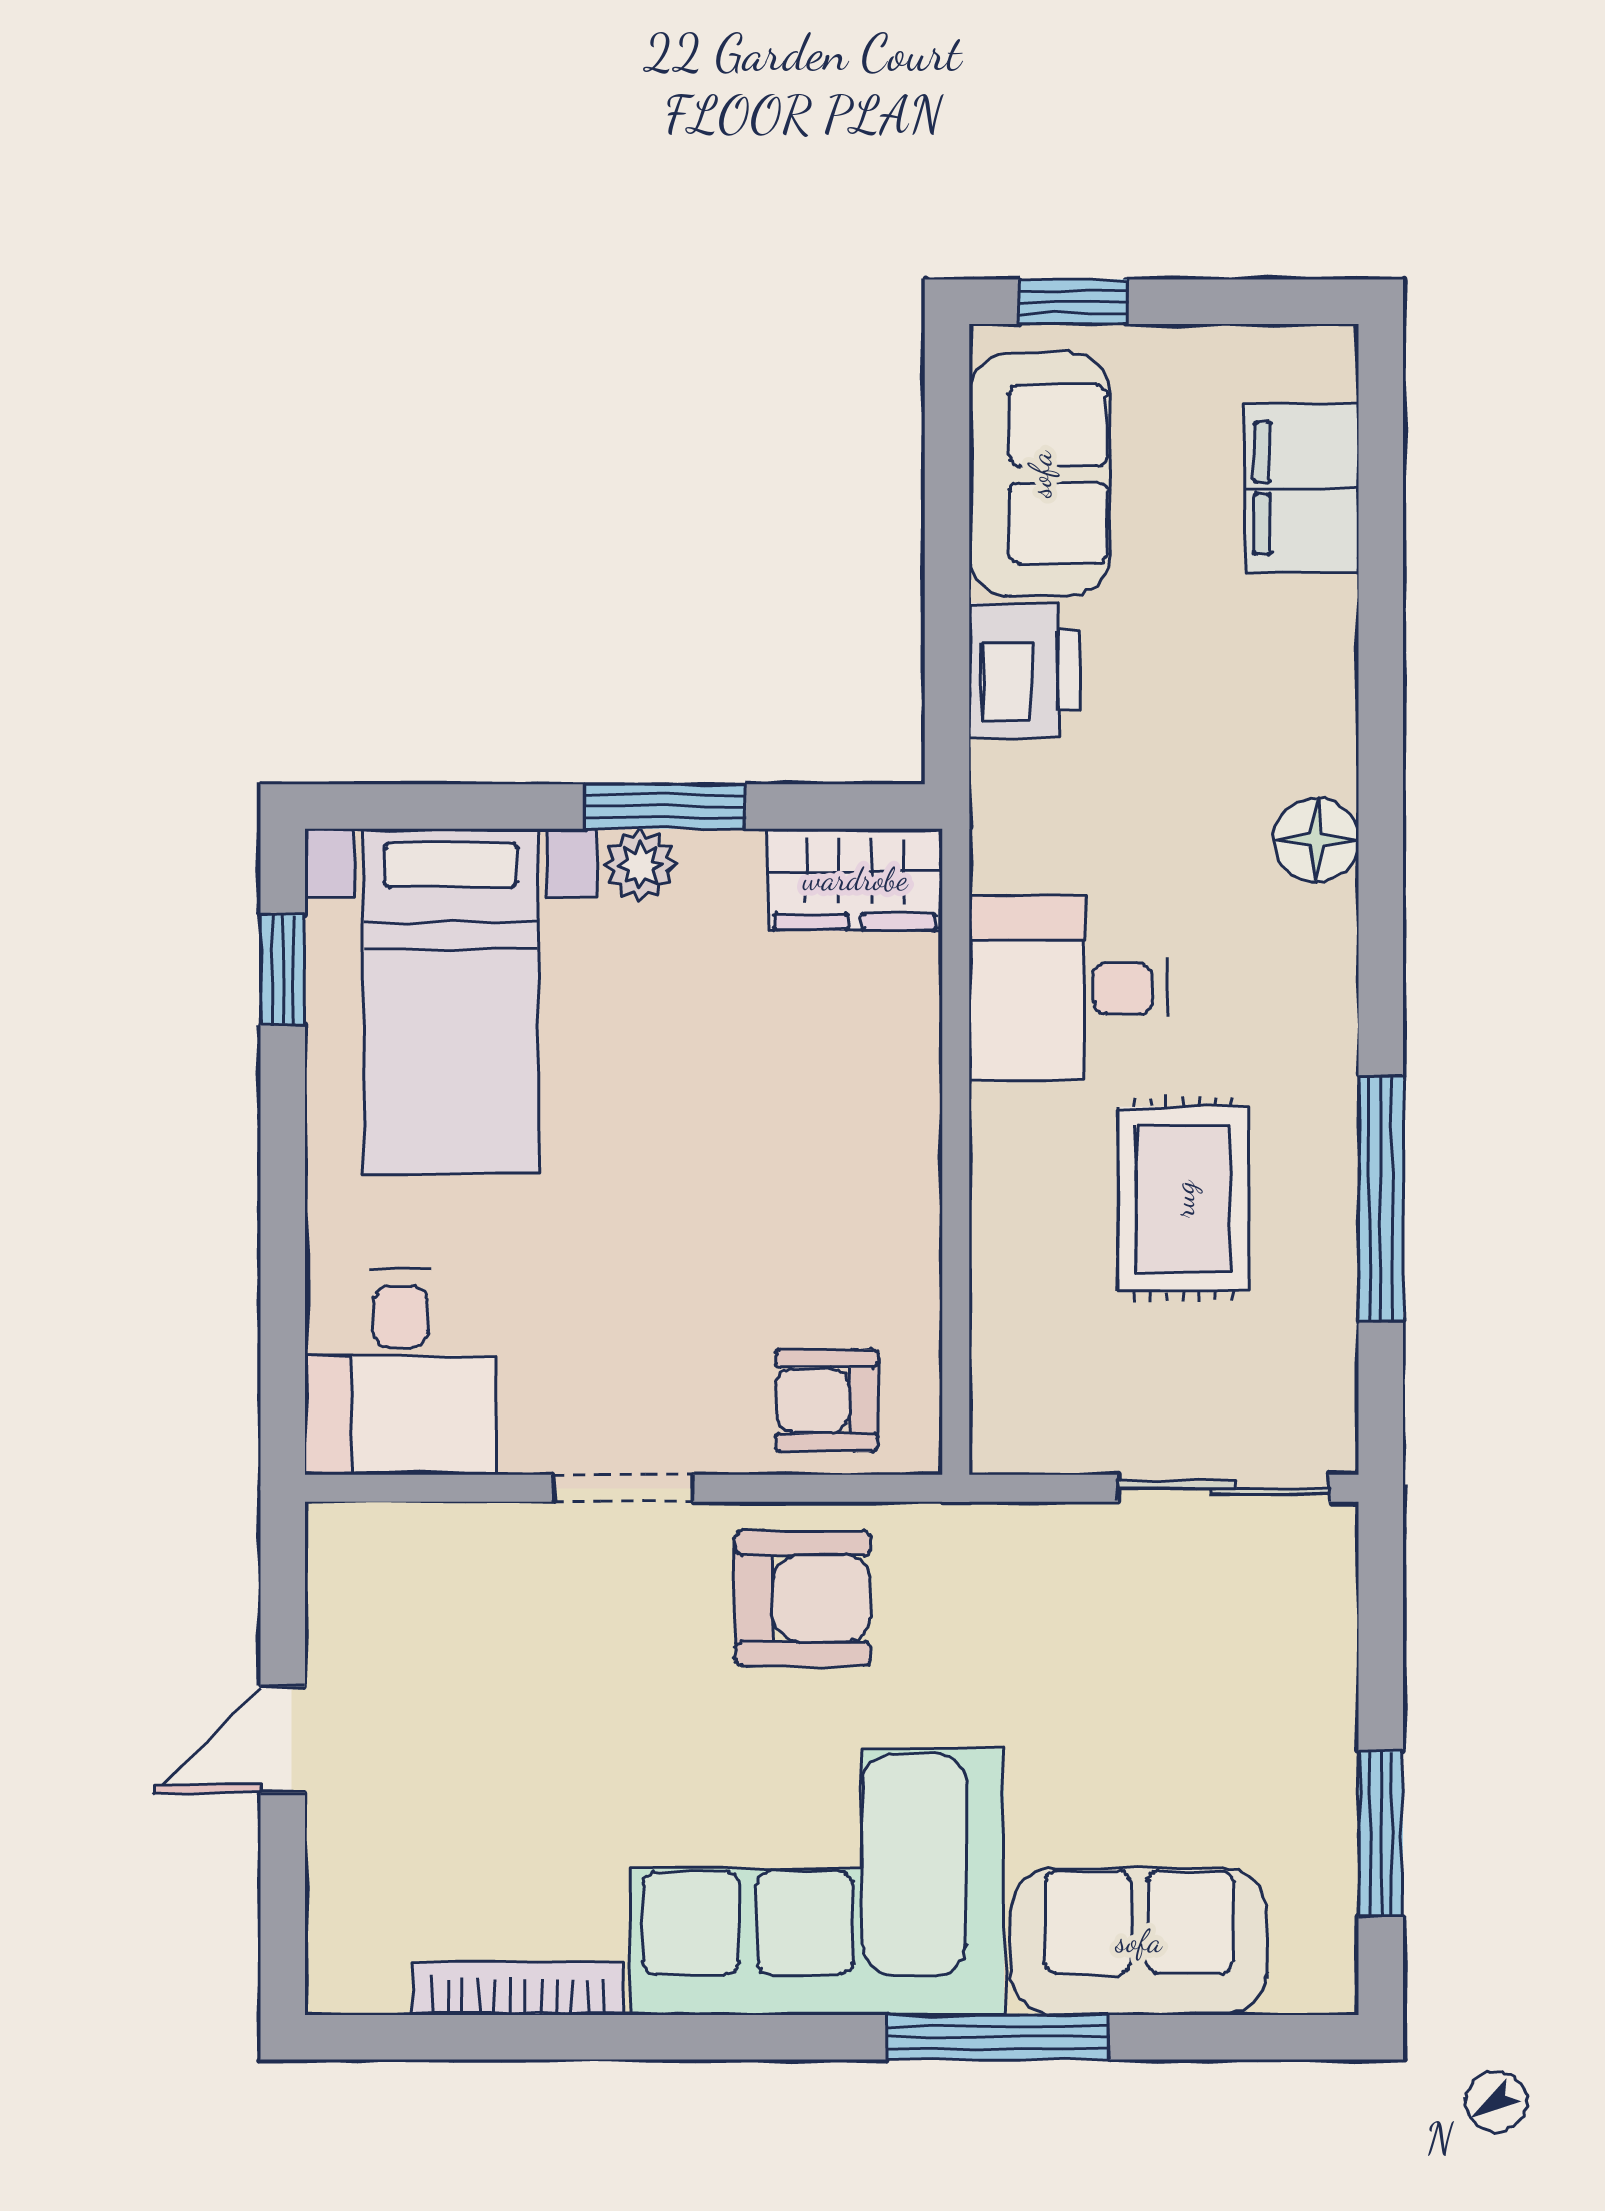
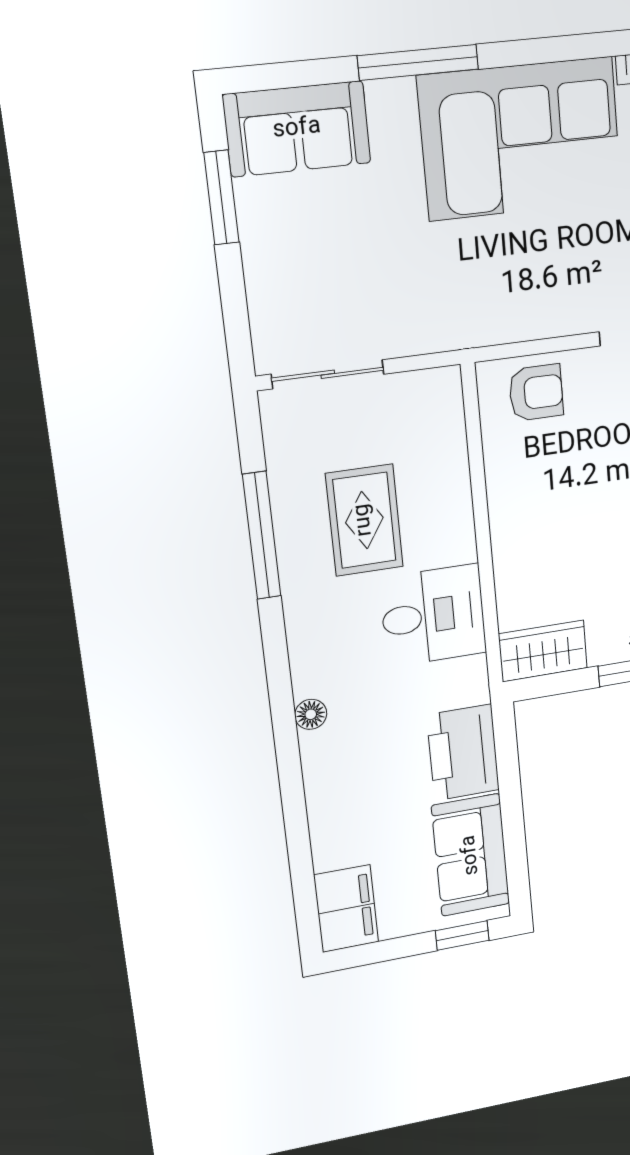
filing cabinet: (1302, 488) -> (346, 909), moved
printer: (1025, 670) -> (463, 753), width x1.37, depth x1.19
floor lamp: (1316, 840) -> (311, 714), width x0.73, depth x0.73
armchair: (803, 1598) -> (540, 289), removed
sofa: (1139, 1941) -> (297, 129), moved

